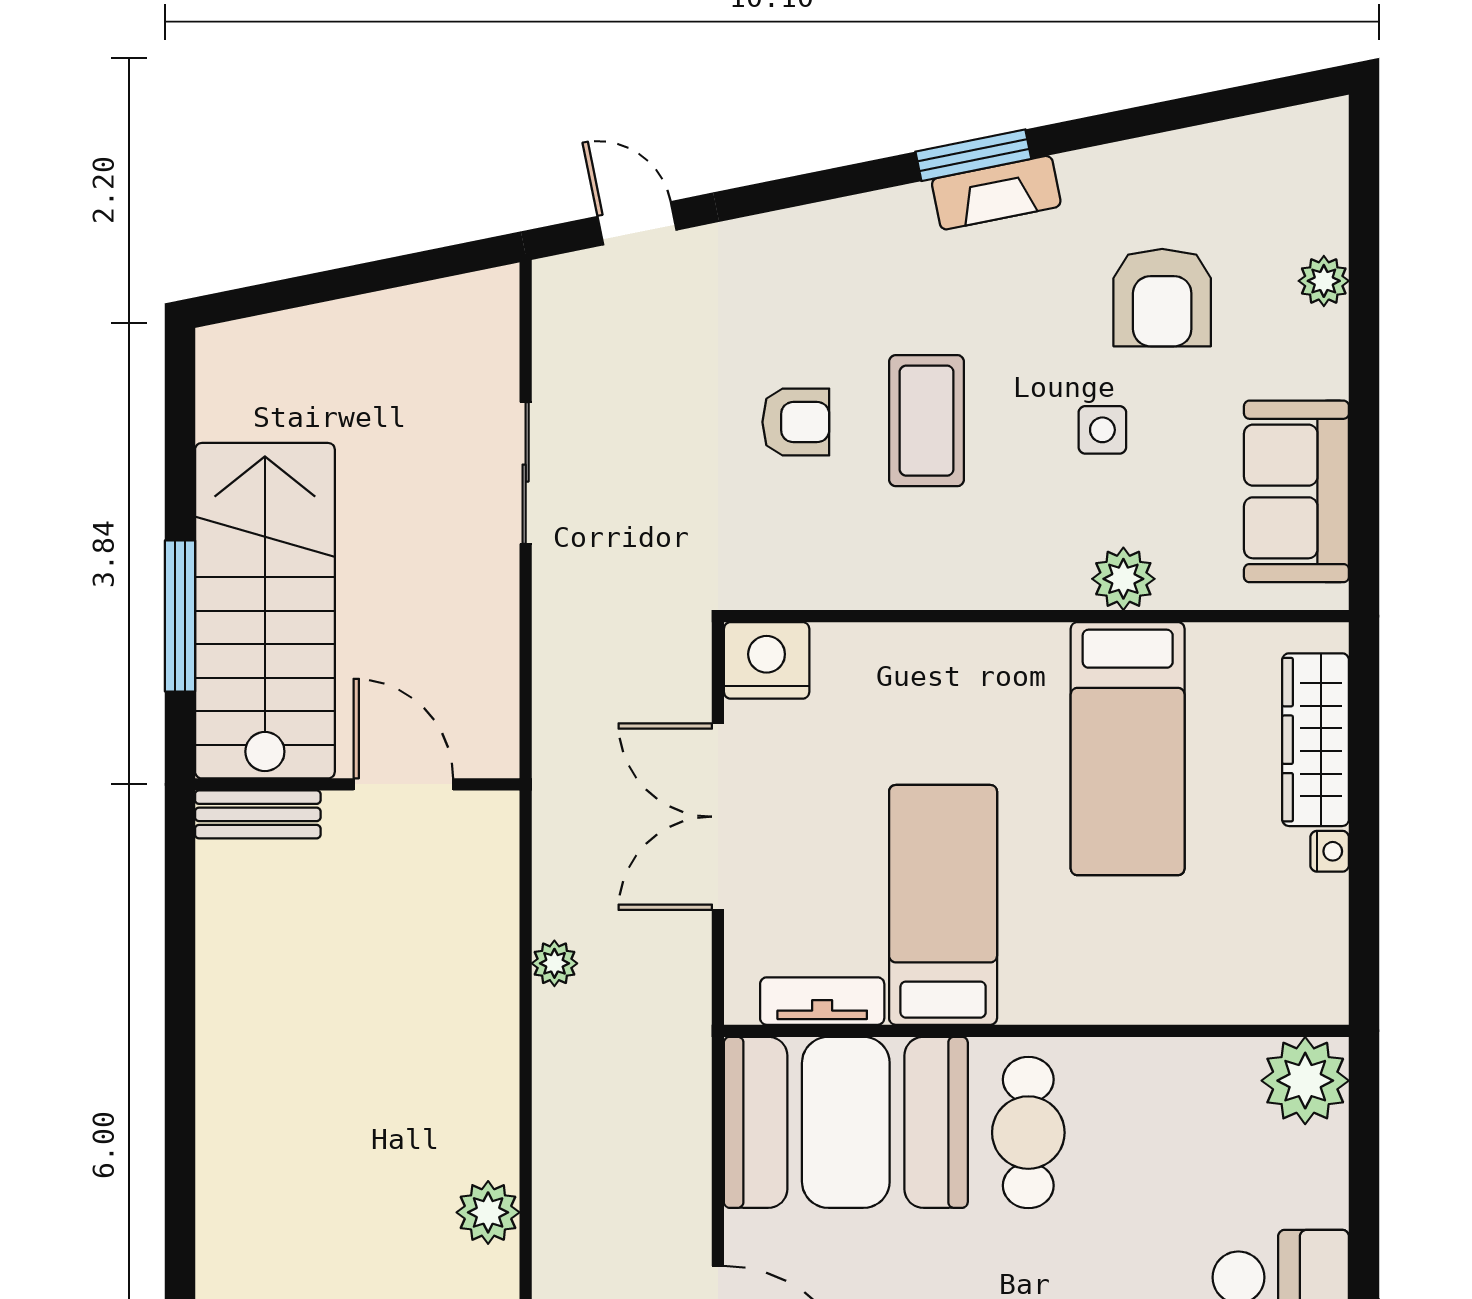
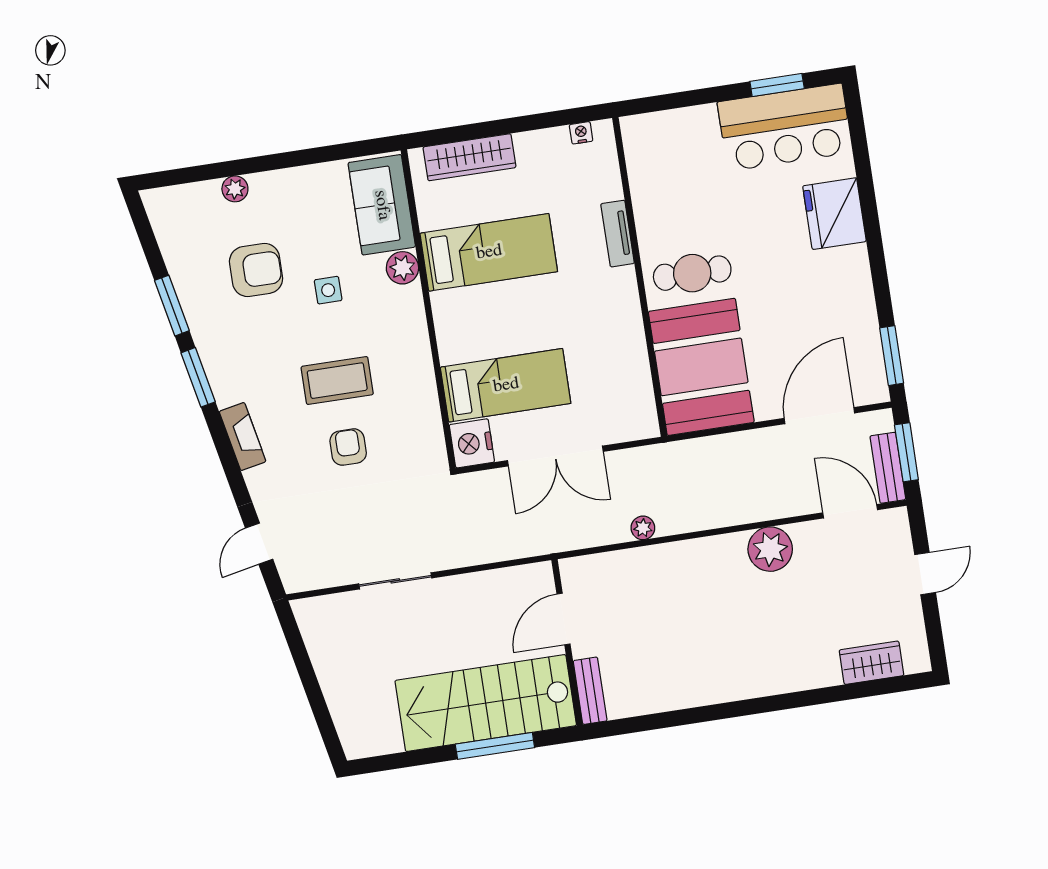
window: (1119, 126) -> (172, 306), added
fireplace: (996, 193) -> (243, 437), moved
sofa: (1296, 491) -> (382, 205), moved, turned 90
nightstand: (1330, 851) -> (581, 133), moved
bed: (943, 905) -> (506, 385), moved, turned 180
tv unit: (822, 1001) -> (618, 234), moved
plant: (1305, 1081) -> (644, 136), removed
plant: (488, 1212) -> (770, 549), width x1.36, depth x1.36

